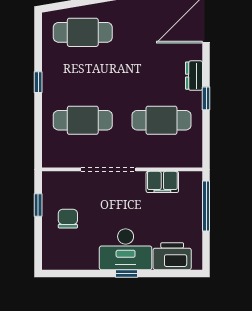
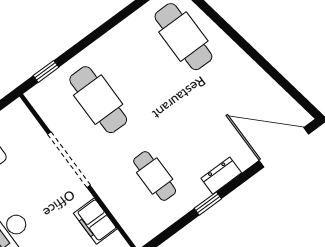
window: (38, 82) -> (46, 71), moved
cafe table: (161, 120) -> (155, 176), width x0.73, depth x0.74

